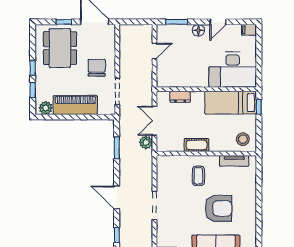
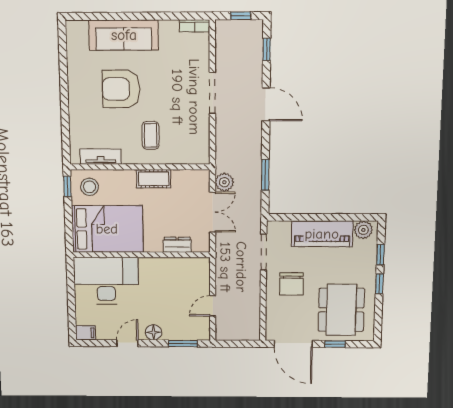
bed: (231, 103) -> (107, 229), width x1.50
window: (259, 107) -> (67, 186), moved

